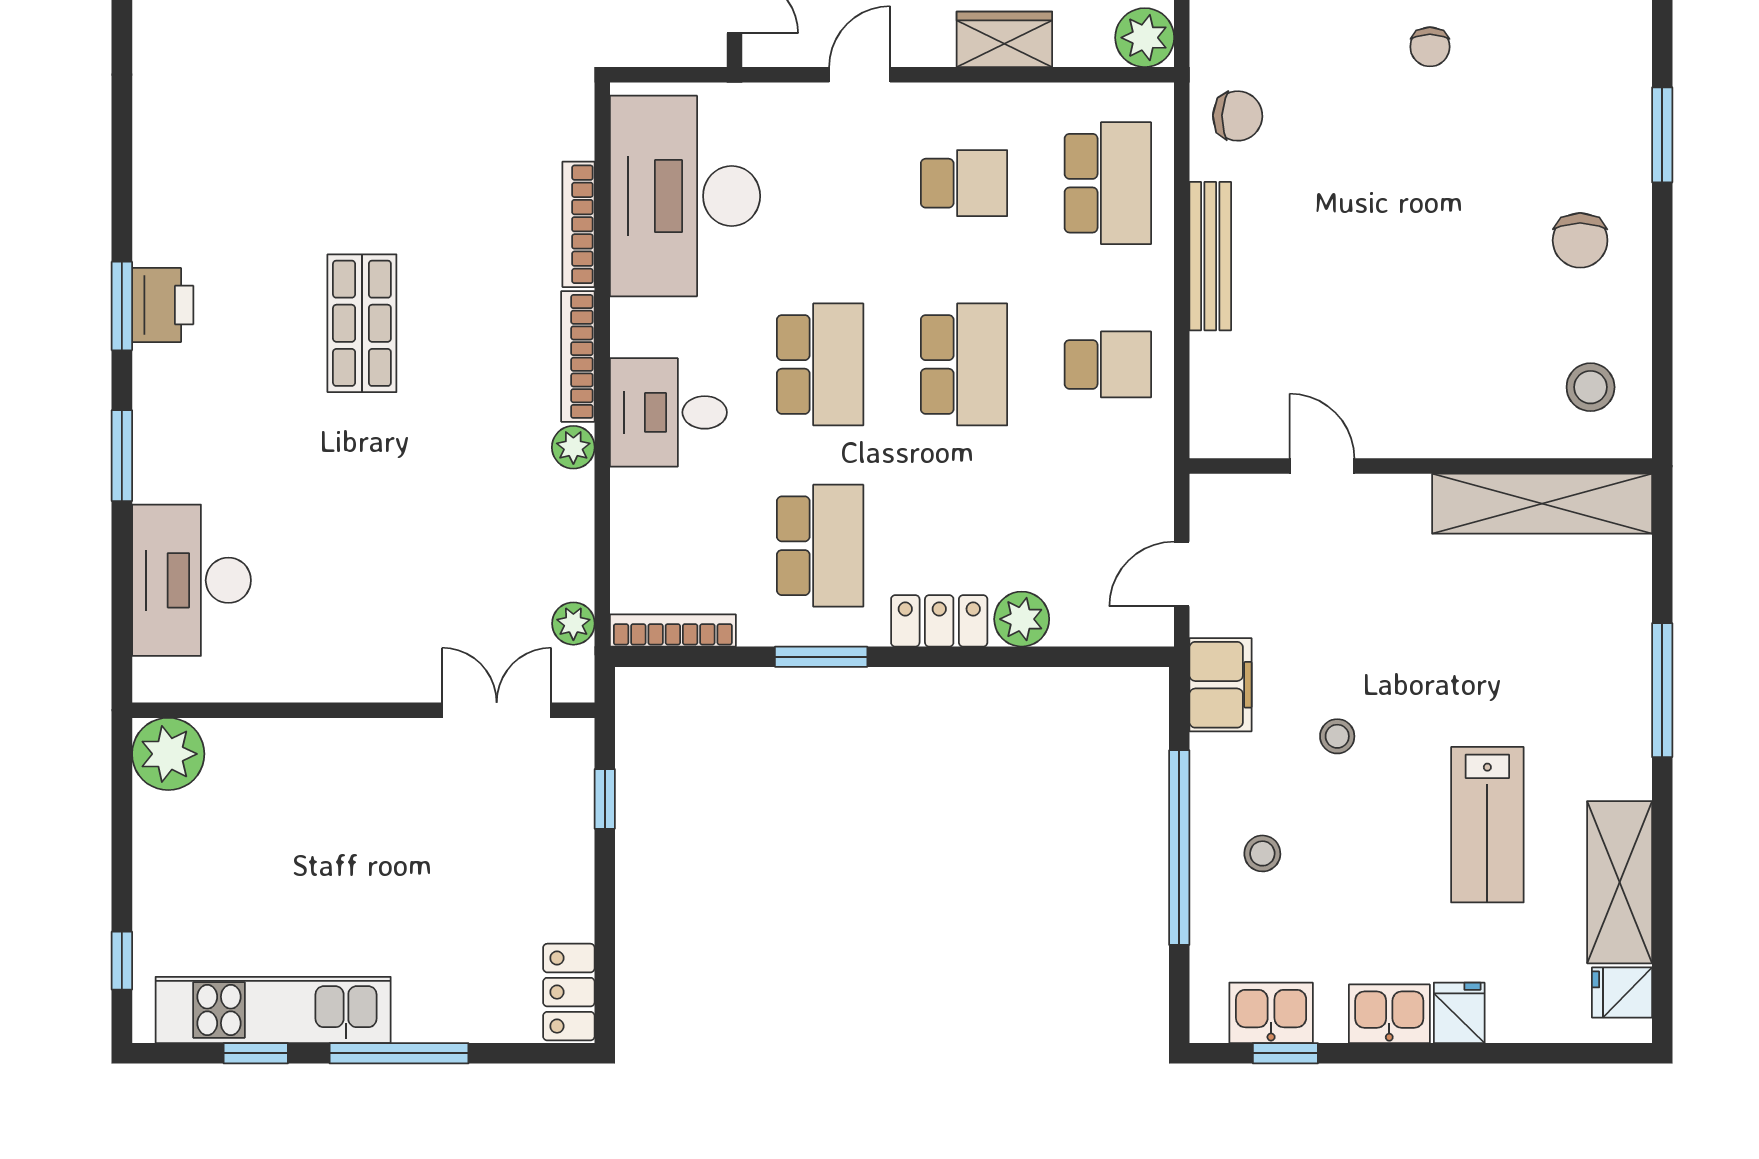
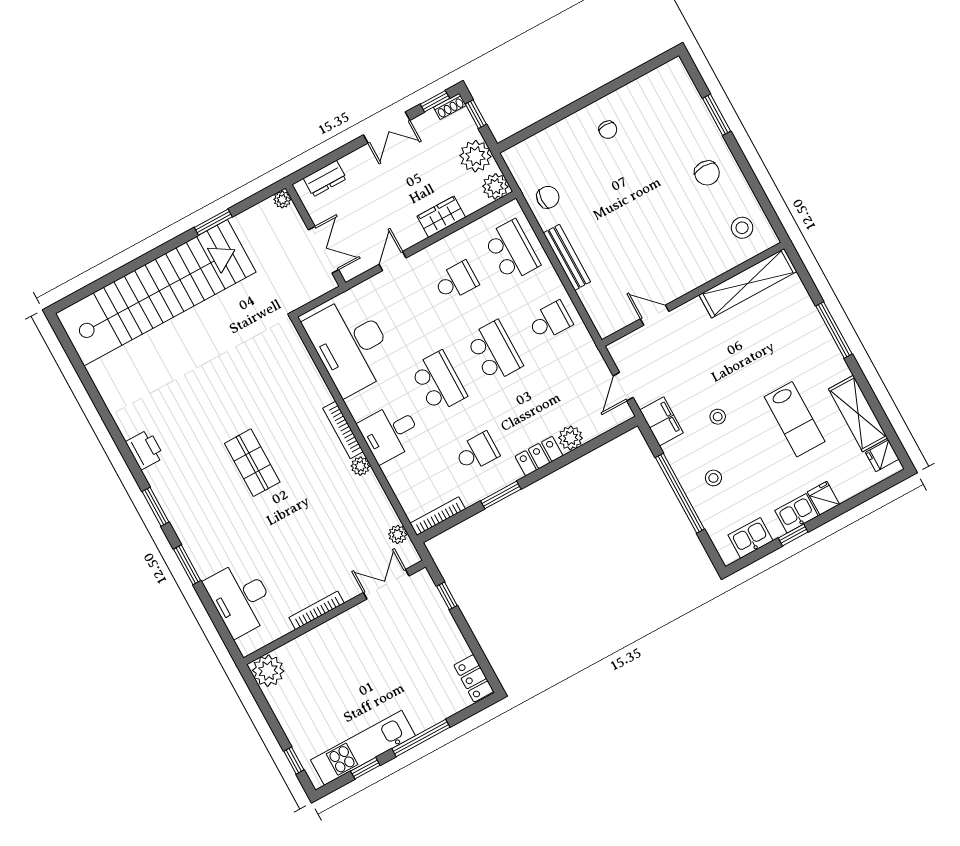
bookcase: (579, 224) -> (317, 610), moved, turned 90
printer: (163, 305) -> (145, 450), moved
school desk: (820, 546) -> (477, 452), width x0.54
window: (1285, 1053) -> (793, 535), moved

